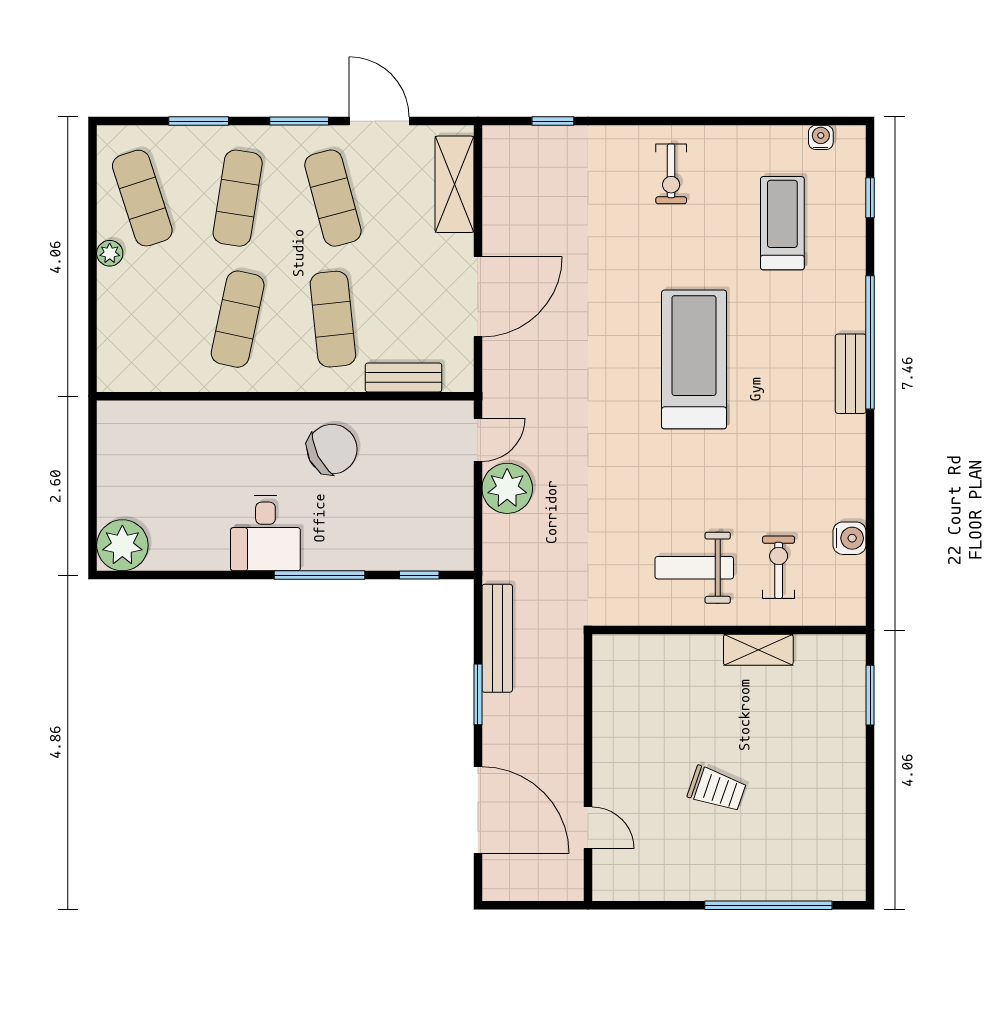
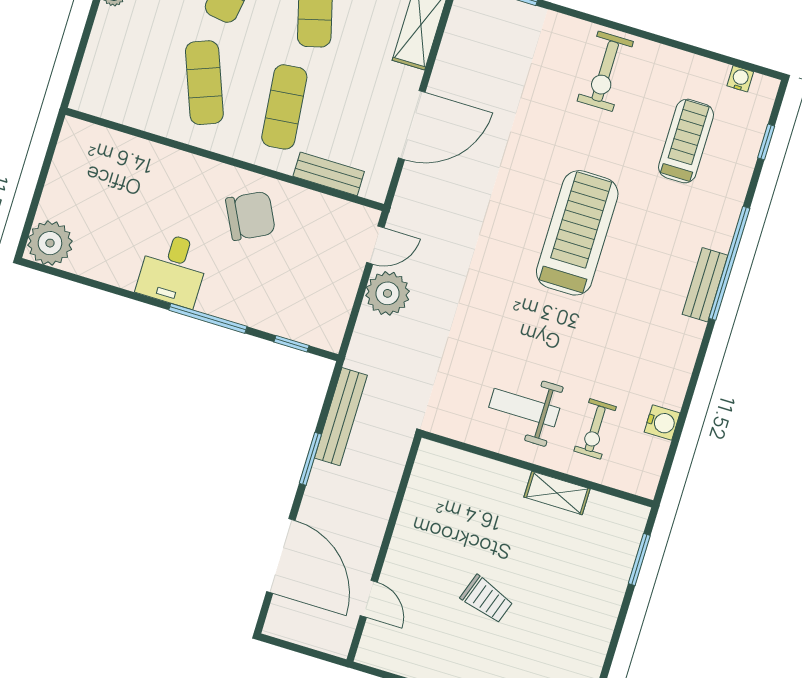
exercise bike: (671, 174) -> (605, 71), width x1.38, depth x1.39
exercise mat: (238, 319) -> (204, 83), turned -33
exercise bike: (779, 567) -> (595, 429), turned 180

